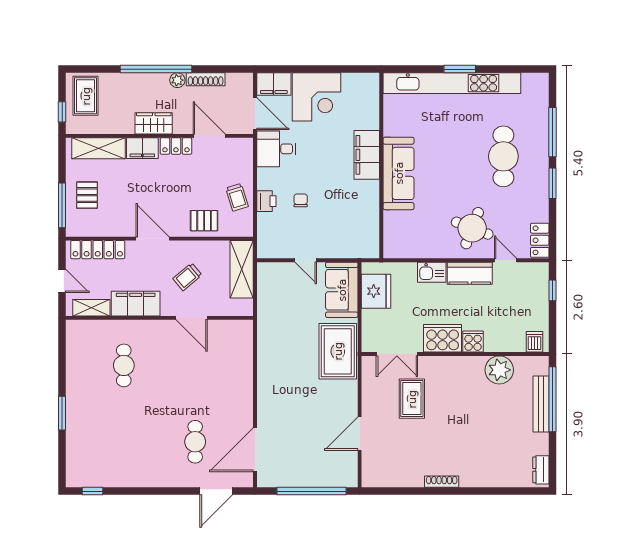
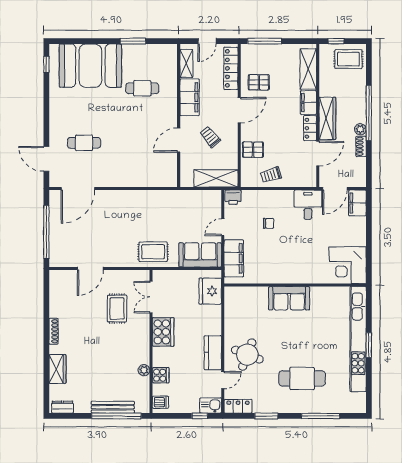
shoe rack: (206, 79) -> (361, 146), width x0.70
corner desk: (316, 97) -> (348, 265), moved
wardrobe: (154, 123) -> (327, 118), width x1.50
filing cabinet: (367, 155) -> (234, 258), moved, turned 90
sofa: (399, 173) -> (289, 298), width x0.73
window: (553, 183) -> (266, 416), moved
pallet: (87, 195) -> (259, 82), moved
printer: (266, 201) -> (233, 197), moved
pallet: (204, 221) -> (253, 150), turned 90
kitchen sink: (432, 272) -> (211, 405), moved, turned 90
fridge: (376, 291) -> (210, 291), moved, turned 90
cooker: (473, 341) -> (161, 375), moved
rug: (338, 351) -> (153, 252), width x0.73, depth x0.70
plant: (499, 370) -> (144, 370), width x0.53, depth x0.53
rug: (412, 399) -> (117, 309), turned 90
window: (62, 413) -> (133, 41), moved
booth: (94, 433) -> (90, 66), added
door: (360, 434) -> (90, 269), swing flipped
door: (255, 450) -> (78, 189), swing flipped
wardrobe: (491, 476) -> (57, 369), added

